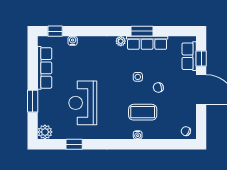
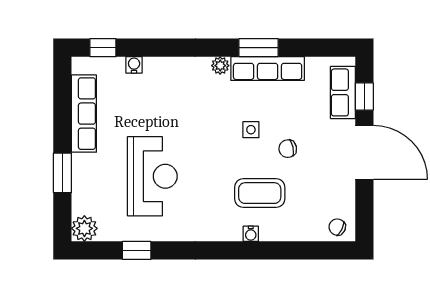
reception desk: (83, 103) -> (152, 176), turned 180

